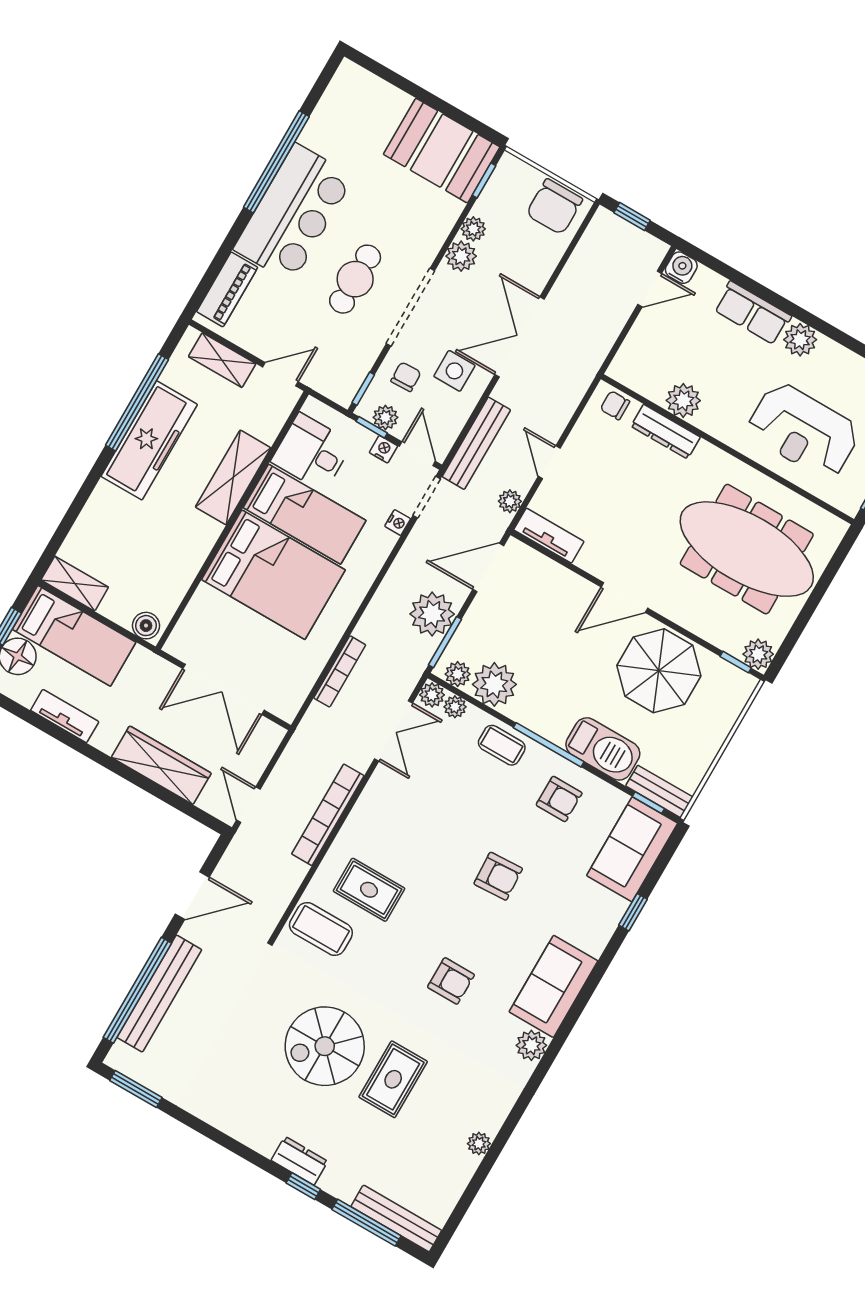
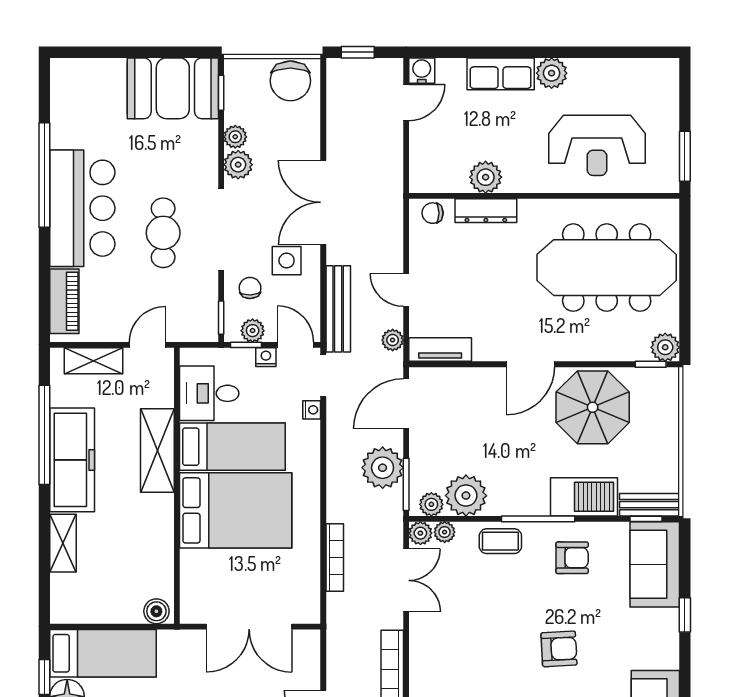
shelving: (75, 584) -> (63, 543), moved, turned 90

